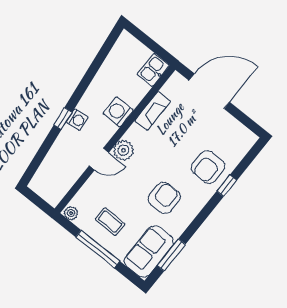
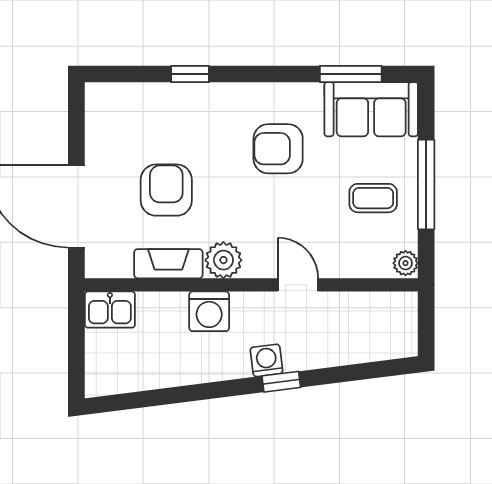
plant: (124, 150) -> (223, 260), moved
armchair: (208, 167) -> (166, 190), moved, turned -90
coffee table: (110, 222) -> (373, 198), turned 90

